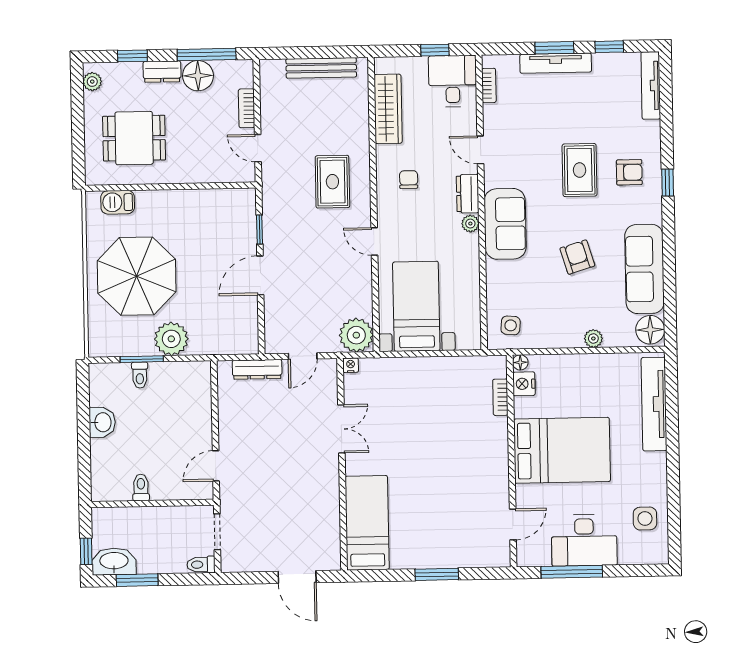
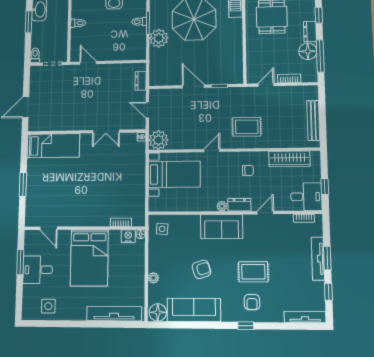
dresser: (257, 369) -> (141, 81), width x0.70
desk: (584, 540) -> (38, 270), width x0.73
window: (572, 572) -> (20, 262), width x0.69

